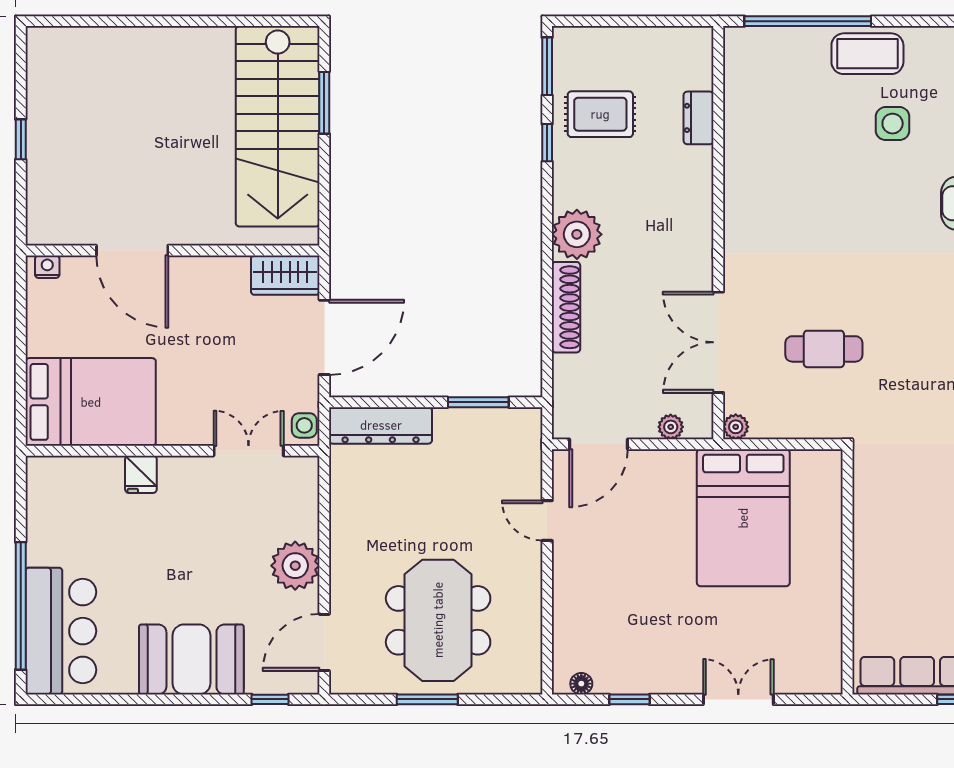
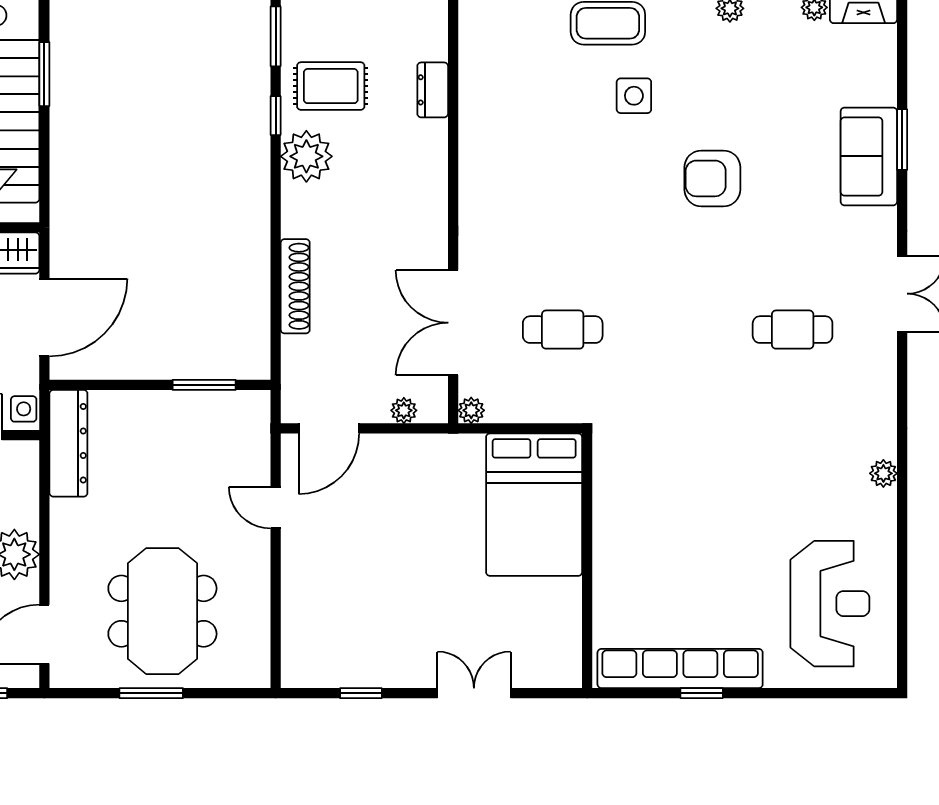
plant: (577, 234) -> (306, 156), moved
dresser: (381, 425) -> (68, 443), moved, turned -90
bed: (743, 518) -> (534, 505), moved
floor lamp: (581, 684) -> (311, 677), removed

